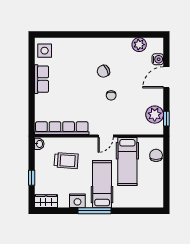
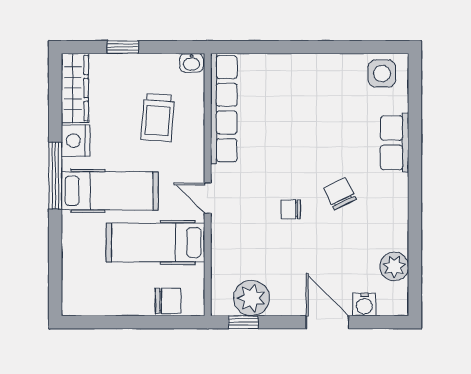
row of seats: (42, 79) -> (395, 143), moved, turned 90
wardrobe: (46, 201) -> (75, 88), width x1.50

